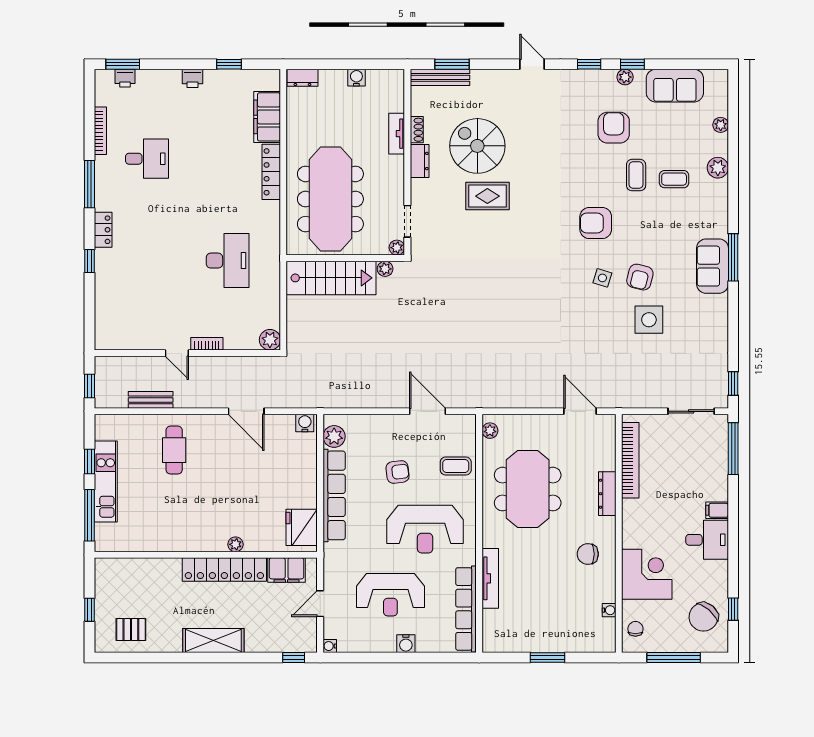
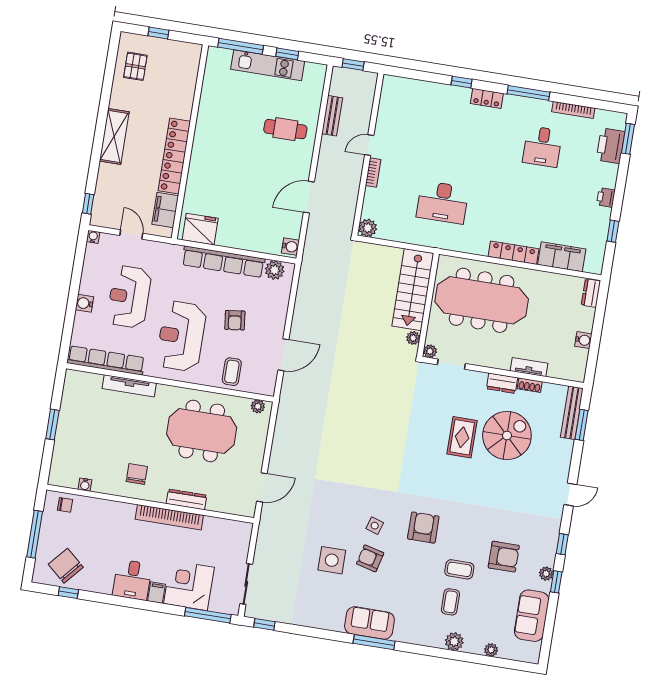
printer: (125, 78) -> (611, 146), width x1.87, depth x1.48
bookcase: (630, 460) -> (169, 517), moved
plant: (236, 544) -> (195, 169), removed
corner desk: (647, 574) -> (189, 585), moved, turned 180

